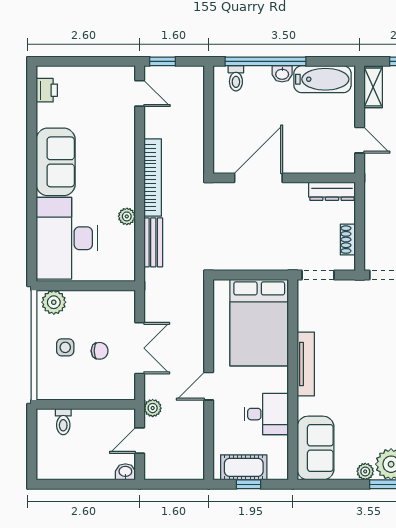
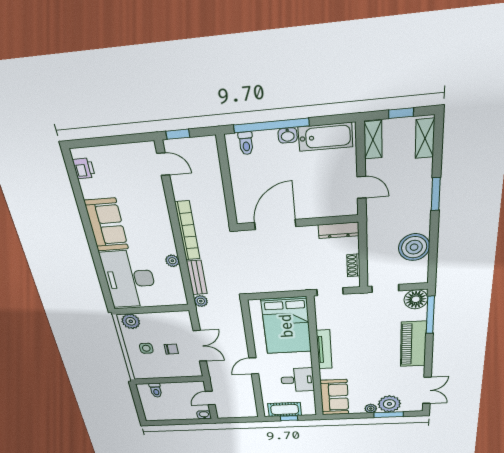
plant: (153, 408) -> (201, 301), moved

